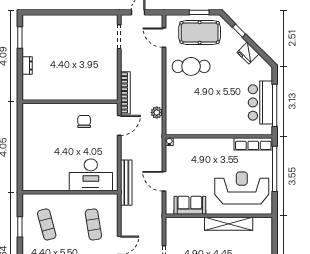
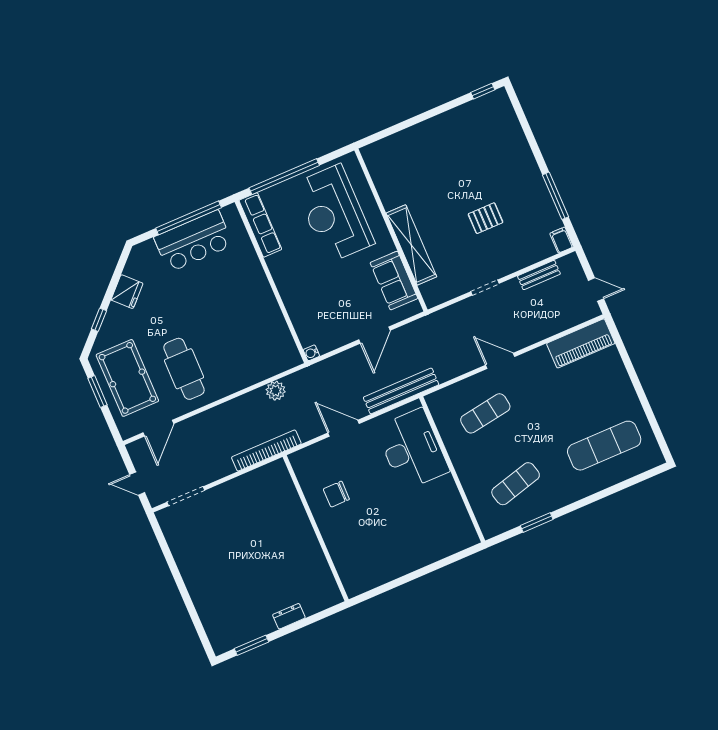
door: (119, 125) -> (344, 428), moved
shelving: (229, 224) -> (411, 245), moved

